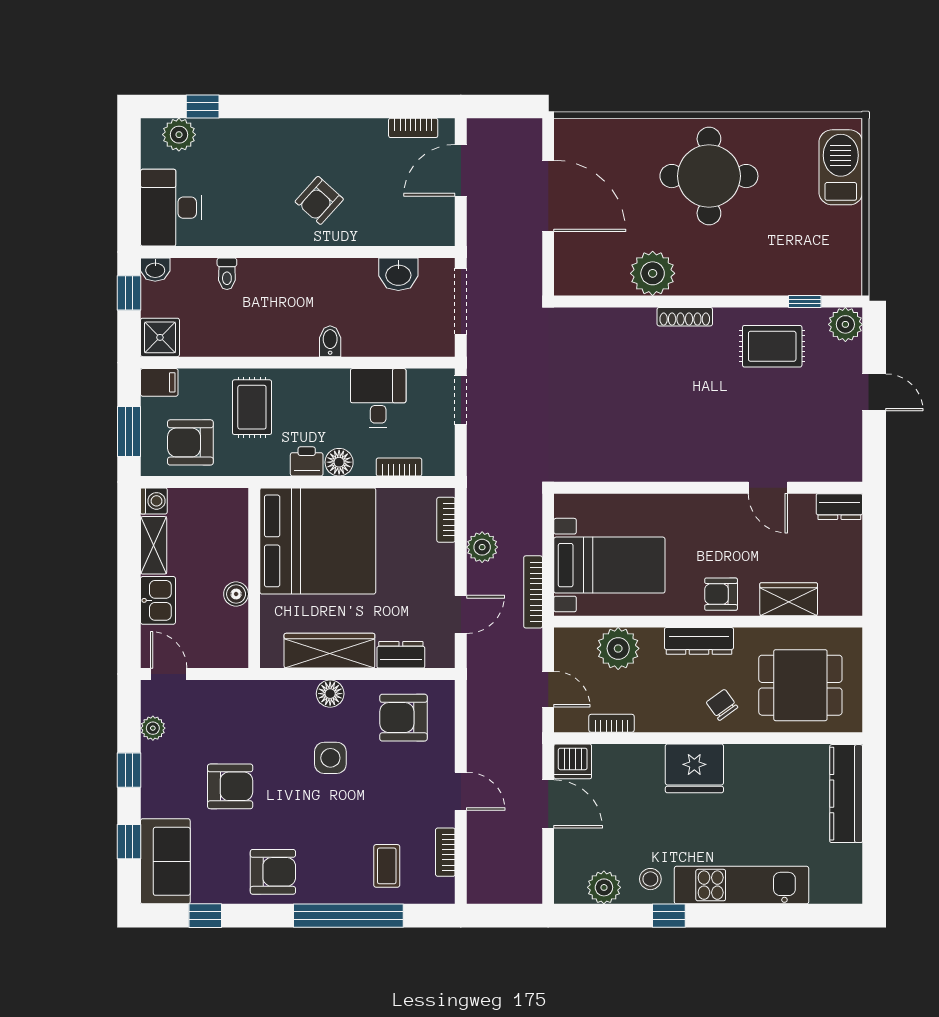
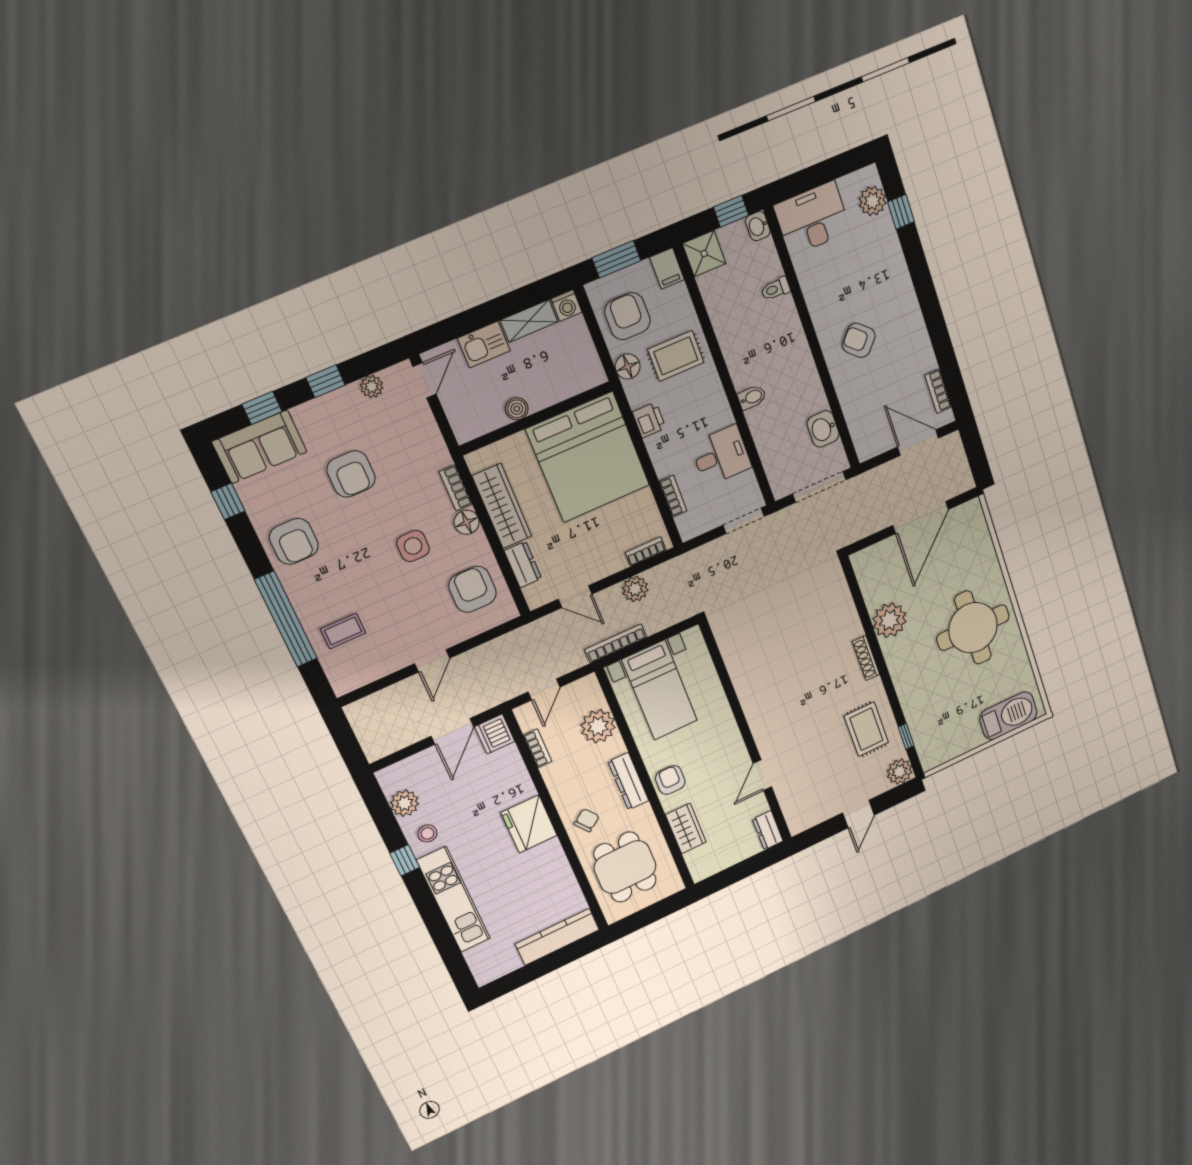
floor lamp: (339, 462) -> (628, 366), moved
bookcase: (445, 852) -> (456, 488), moved, turned -90

